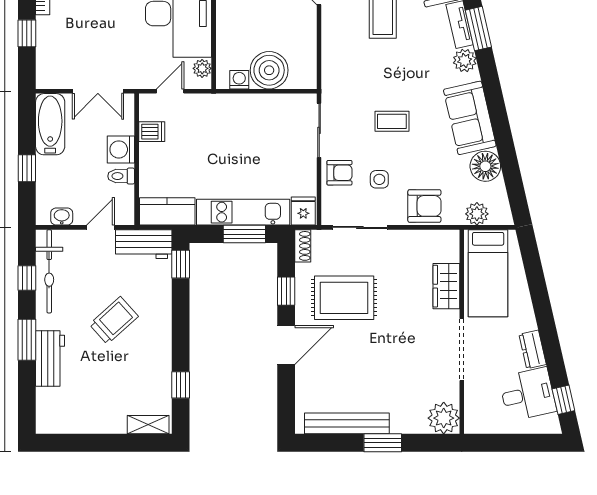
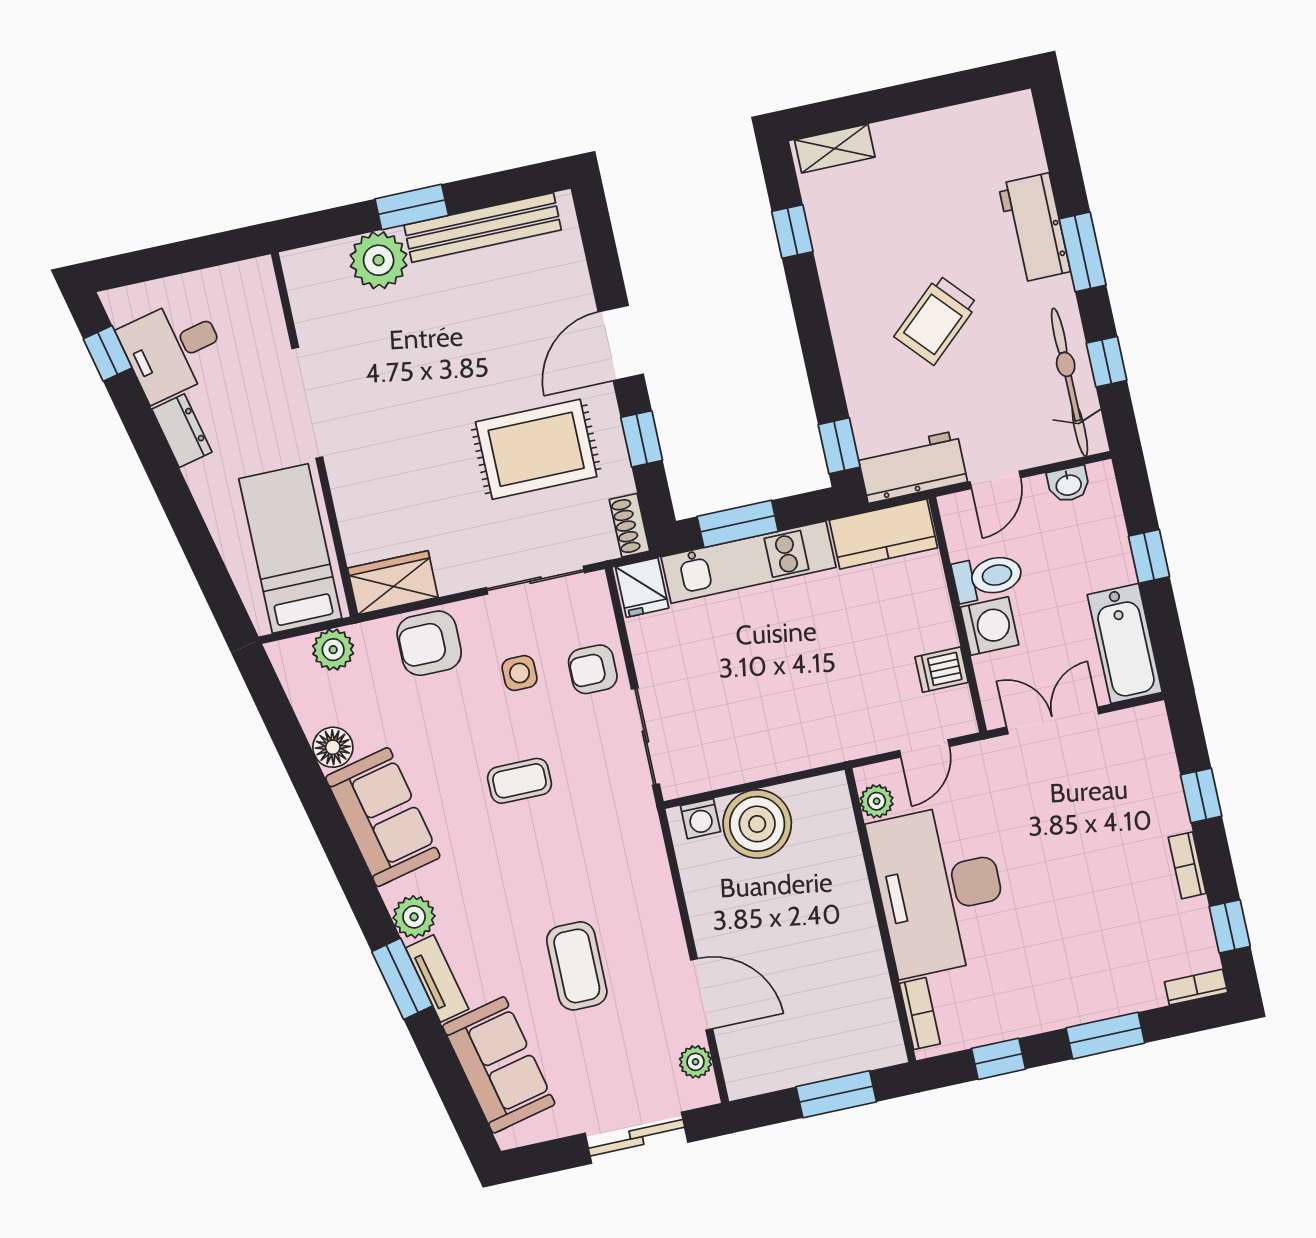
washing machine: (239, 80) -> (700, 819), moved
floor lamp: (485, 166) -> (333, 747), width x0.73, depth x0.73
toilet: (121, 176) -> (988, 577), width x1.37, depth x1.39
wardrobe: (446, 286) -> (393, 583), moved, turned -90
plant: (444, 418) -> (379, 260), moved

